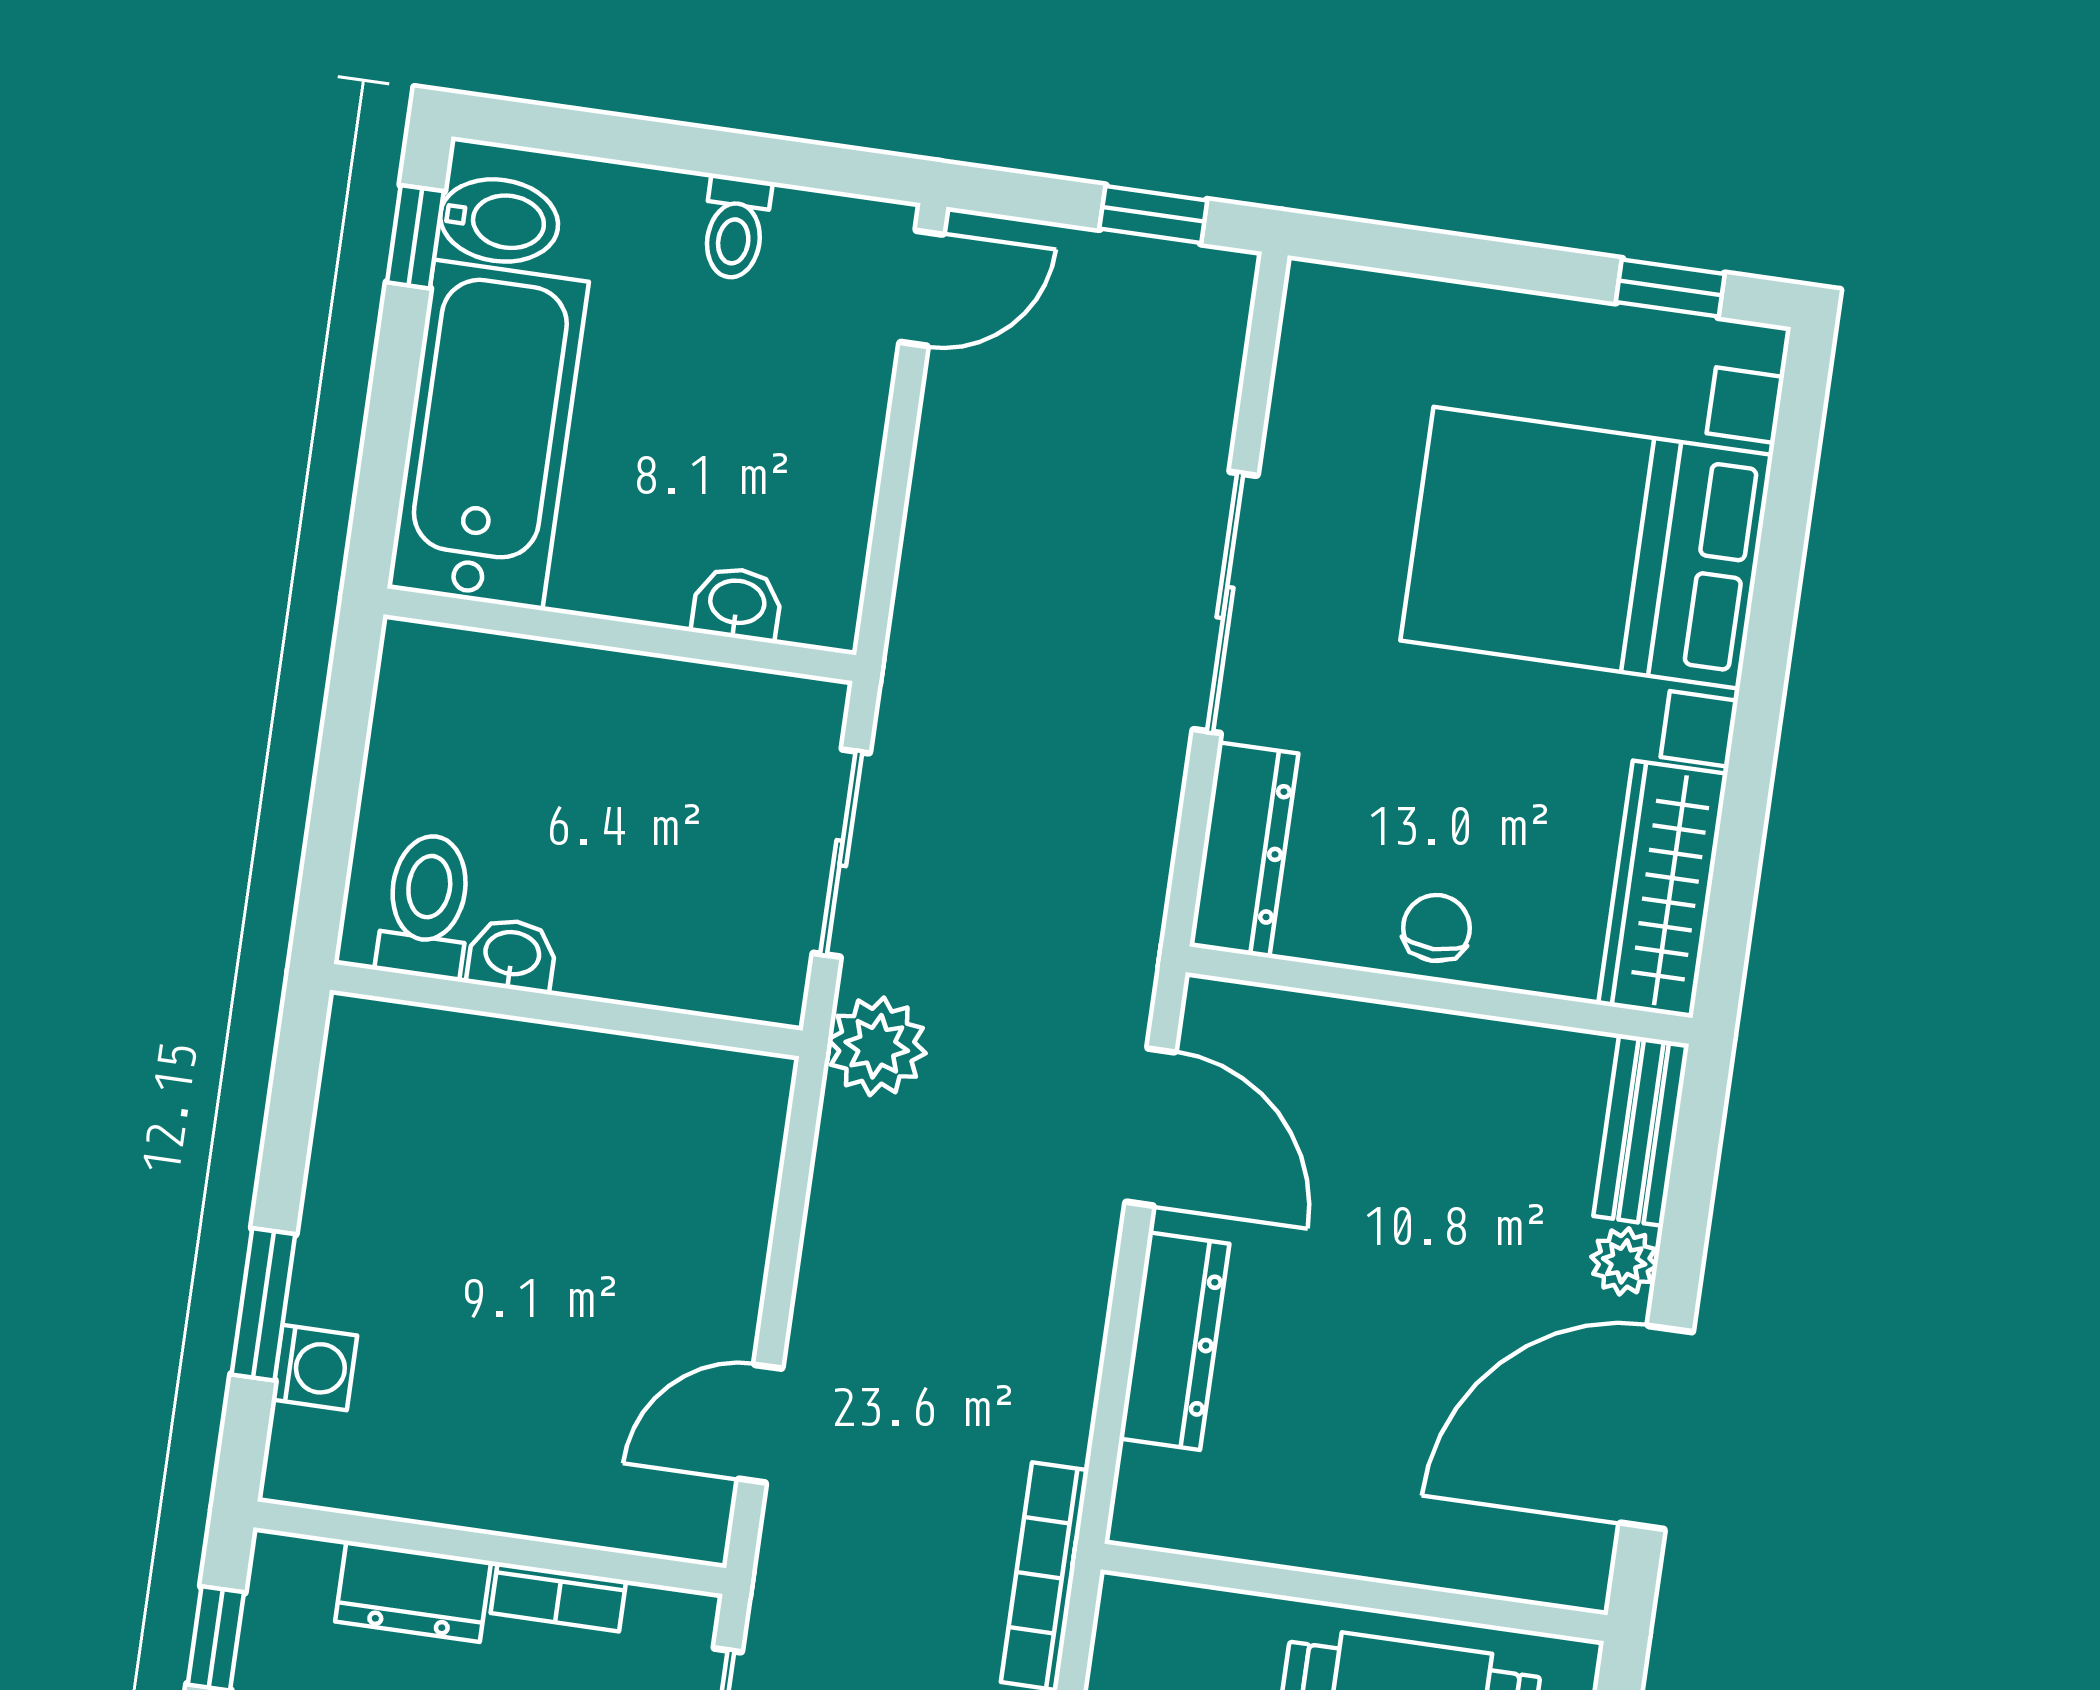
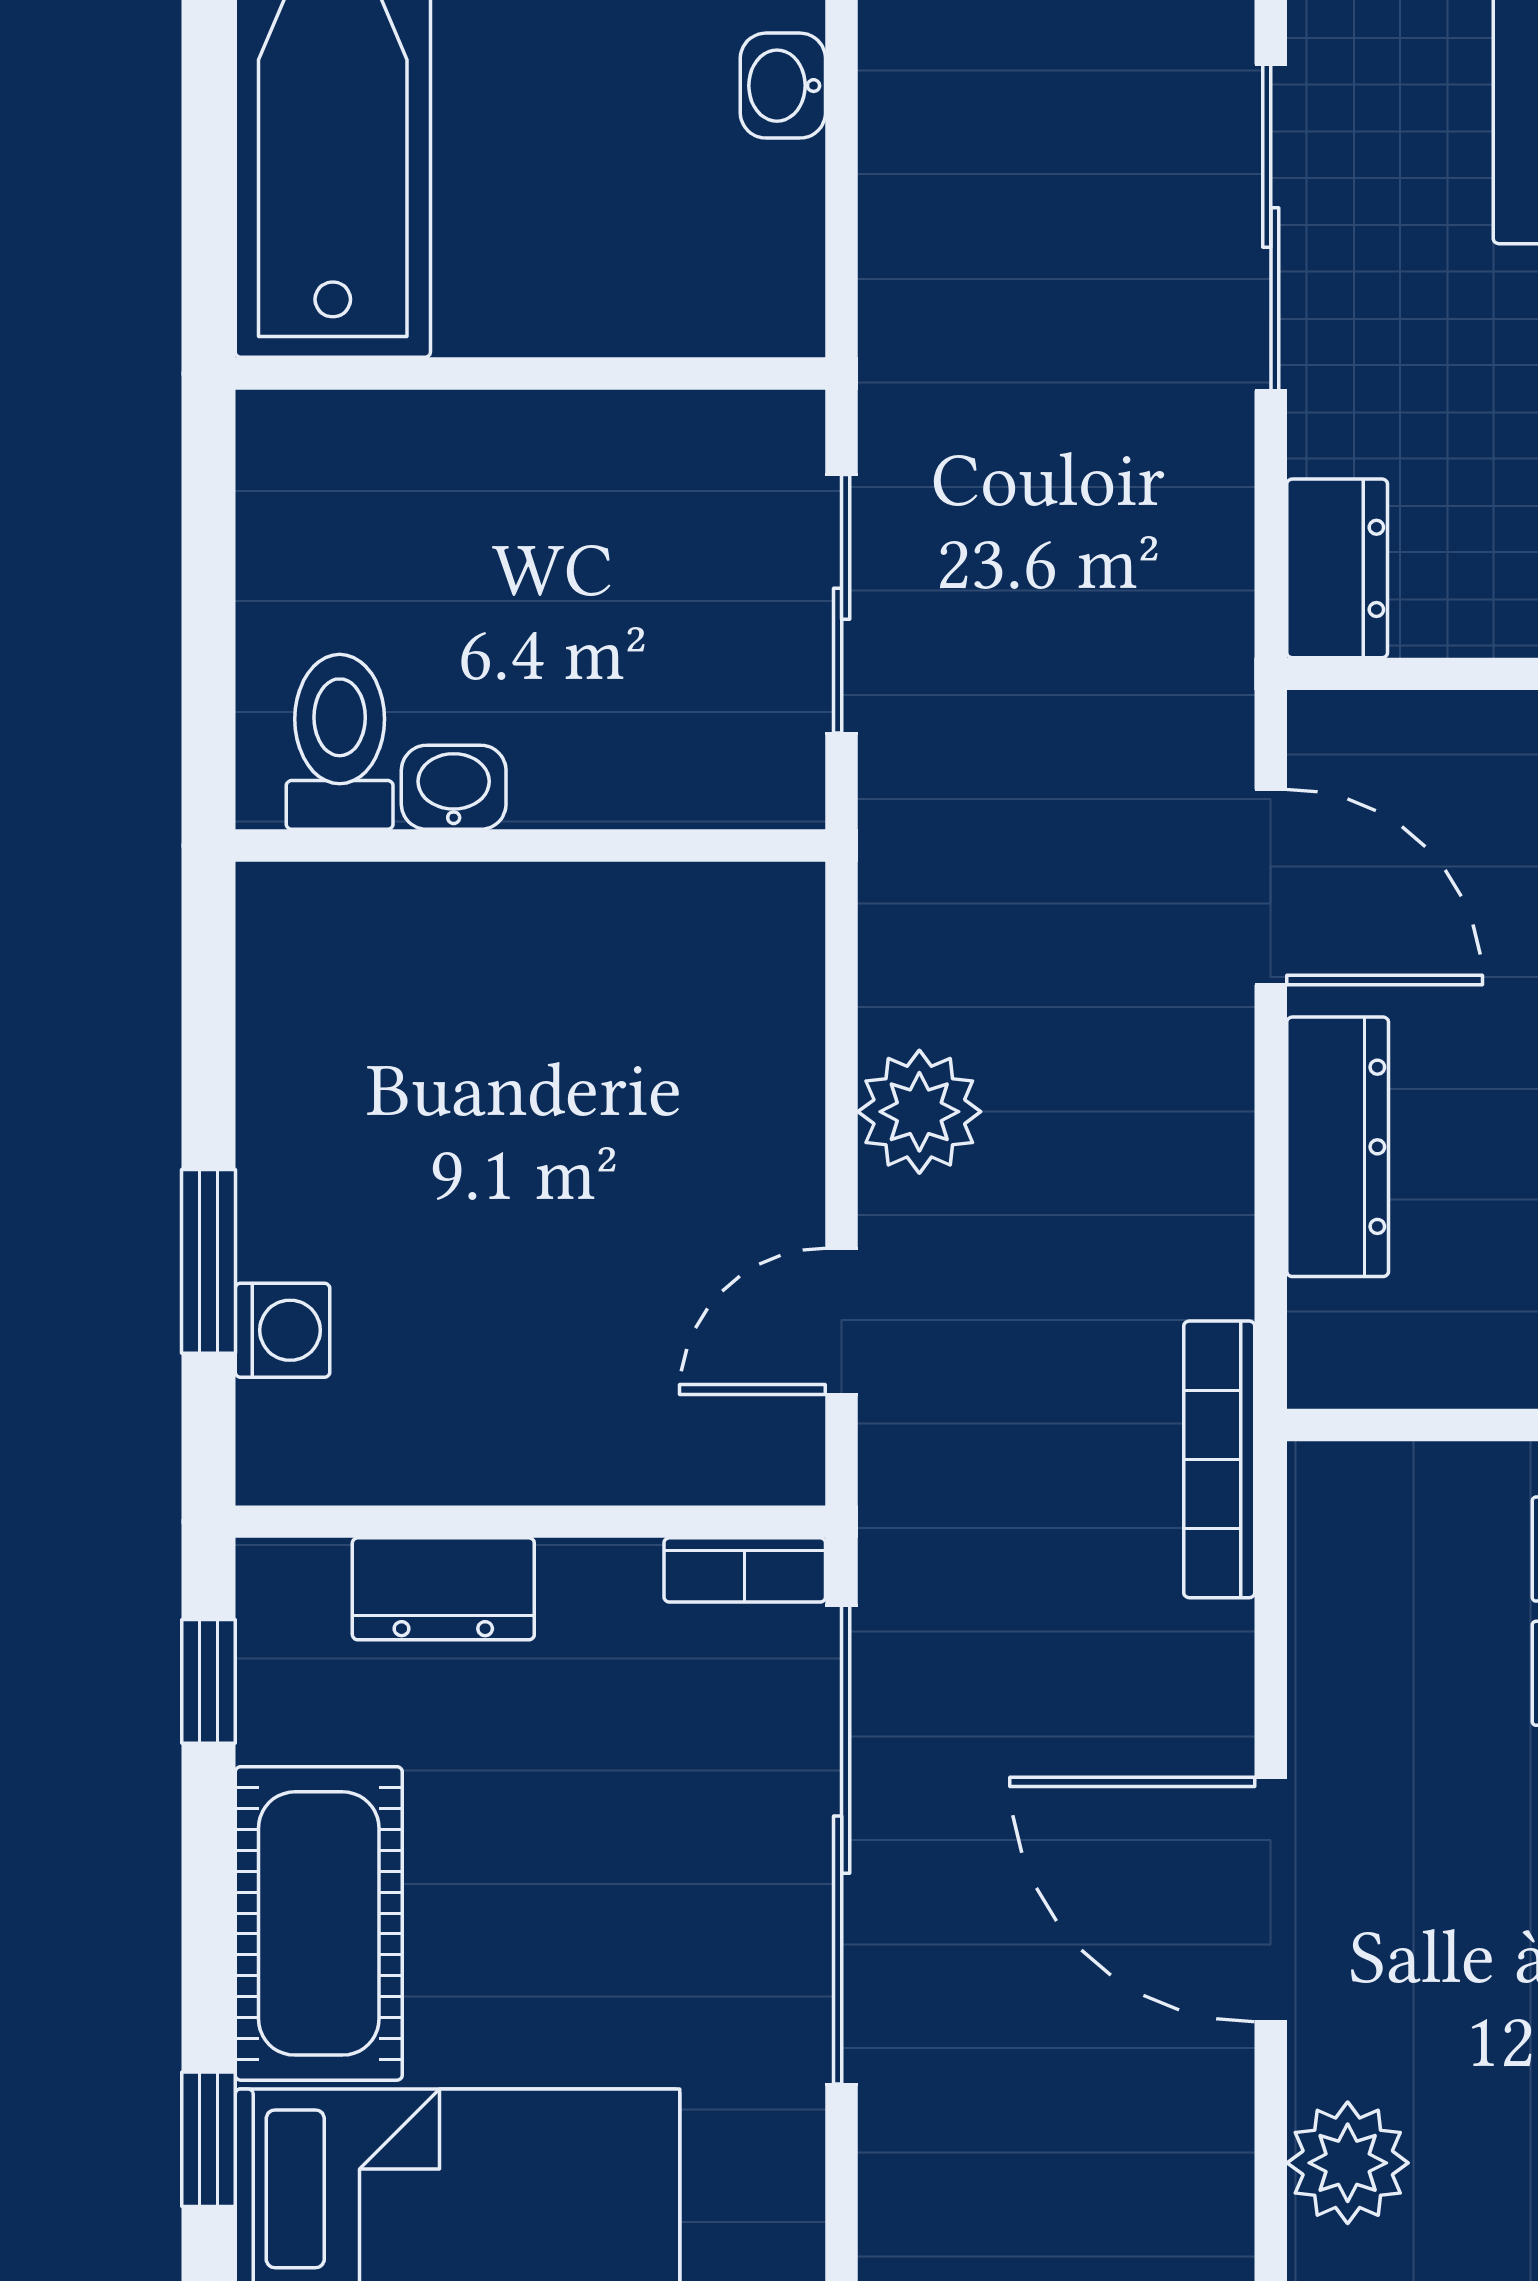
washbasin: (737, 604) -> (783, 86), moved, turned -90
dresser: (1244, 850) -> (1337, 568), width x0.70
plant: (877, 1046) -> (919, 1112), moved
bookcase: (558, 1597) -> (745, 1570), moved

